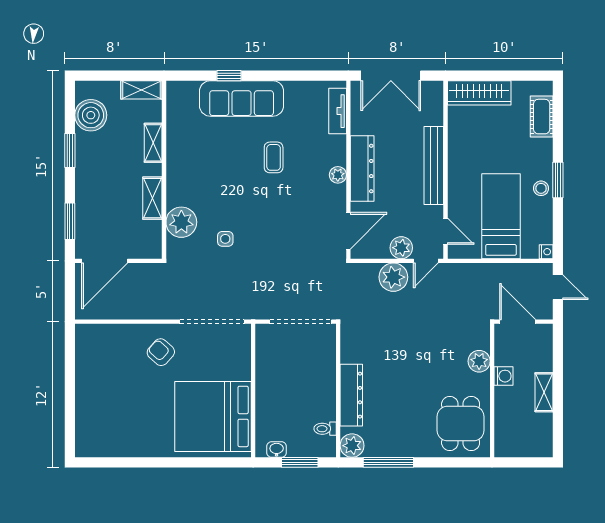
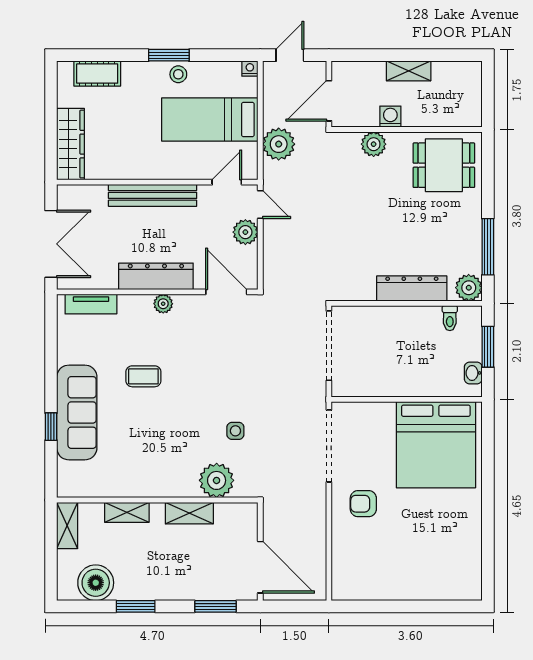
plant: (393, 277) -> (279, 144), moved
armchair: (161, 352) -> (363, 504), turned 48

